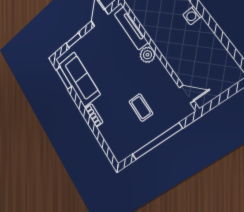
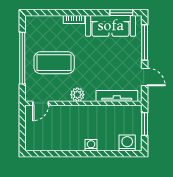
window: (74, 40) -> (145, 42), width x2.17
plant: (147, 55) -> (77, 95), moved
coffee table: (141, 108) -> (54, 63), width x1.86, depth x1.72

